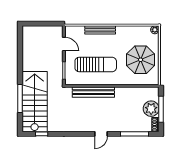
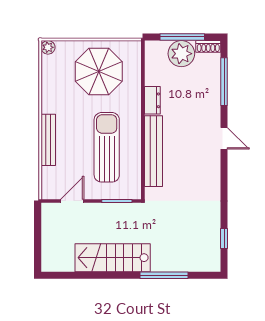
dresser: (123, 92) -> (152, 100), added
stairs: (35, 102) -> (113, 258), moved, width x0.73, depth x0.66

